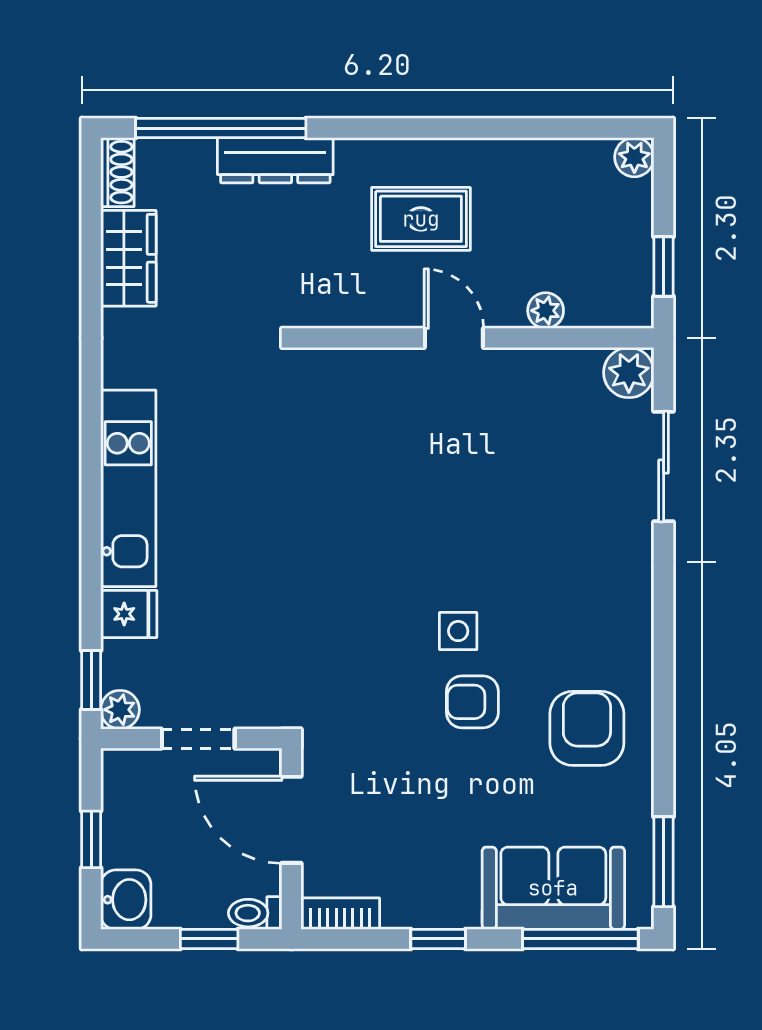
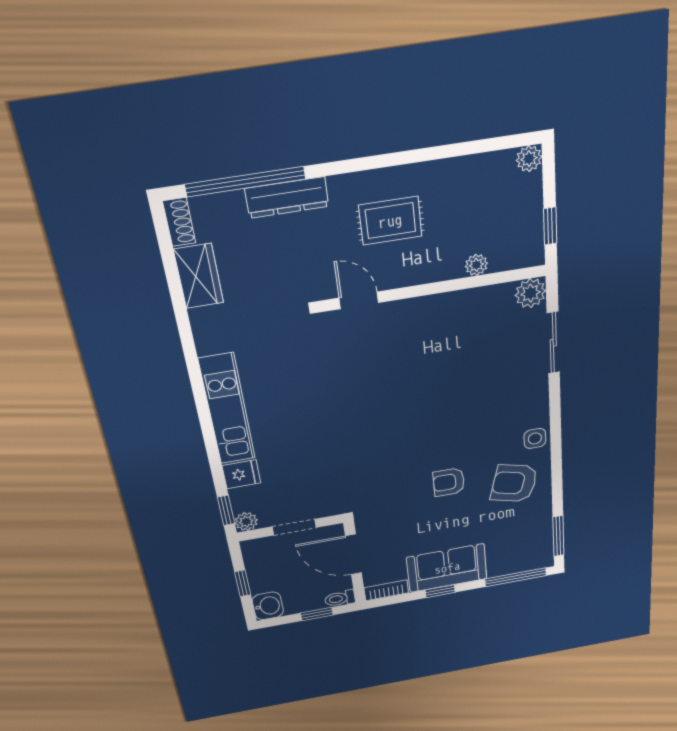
door: (454, 338) -> (359, 300), moved
side table: (458, 631) -> (535, 438), moved
armchair: (587, 728) -> (514, 483), turned -75
sofa: (553, 888) -> (447, 568), moved

